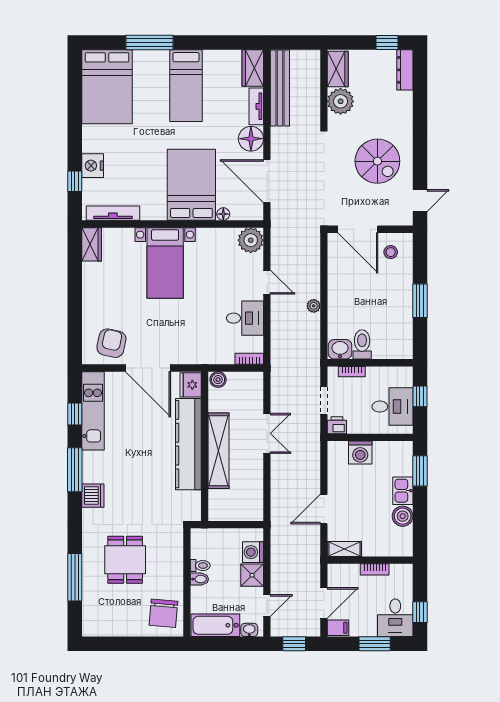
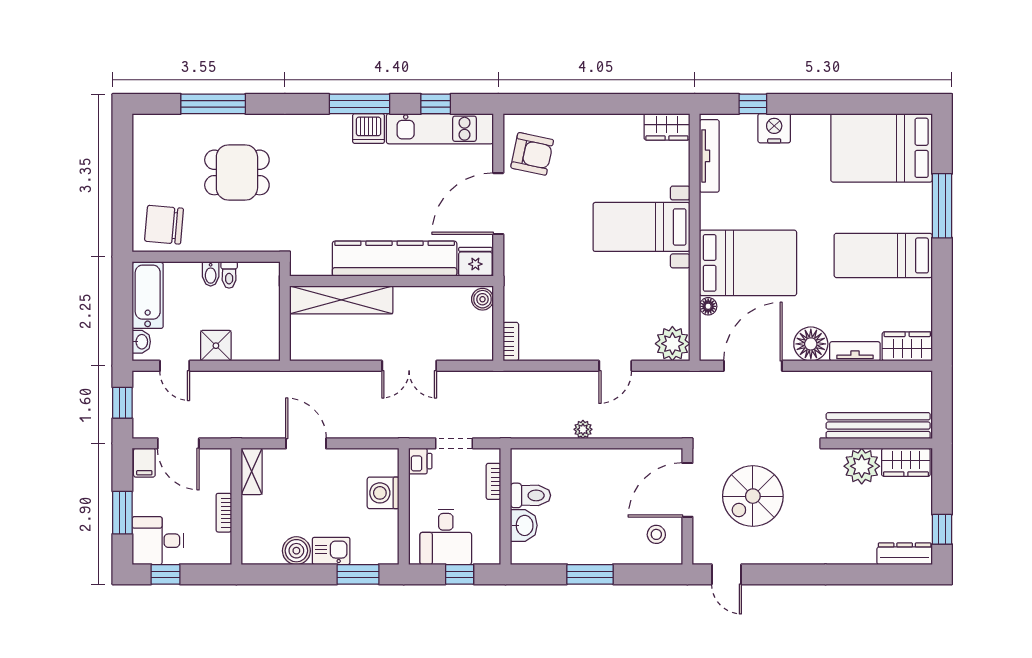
bench: (280, 88) -> (878, 426), moved
spiral stairs: (377, 161) -> (753, 496), moved
desk: (245, 318) -> (566, 336), removed
washbasin: (340, 349) -> (524, 525), moved
shelving: (219, 451) -> (341, 300), moved
dishwasher: (93, 496) -> (369, 129), moved
washing machine: (253, 552) -> (247, 347), removed

